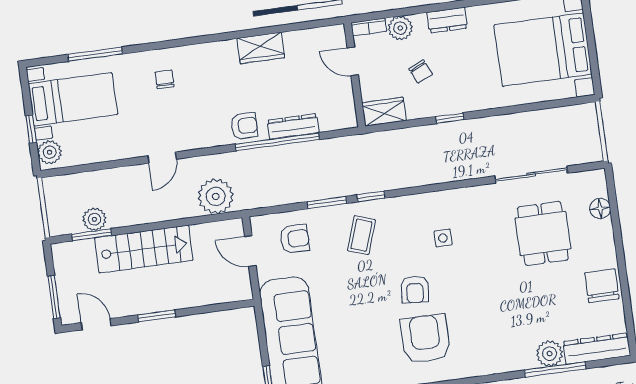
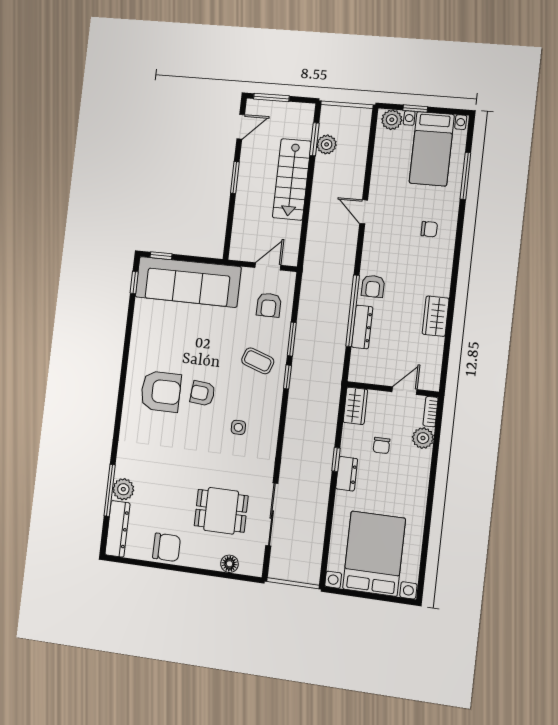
dresser: (447, 20) -> (347, 474), moved, turned 180
chair: (421, 72) -> (381, 445), turned -65
plant: (216, 196) -> (320, 249), removed

